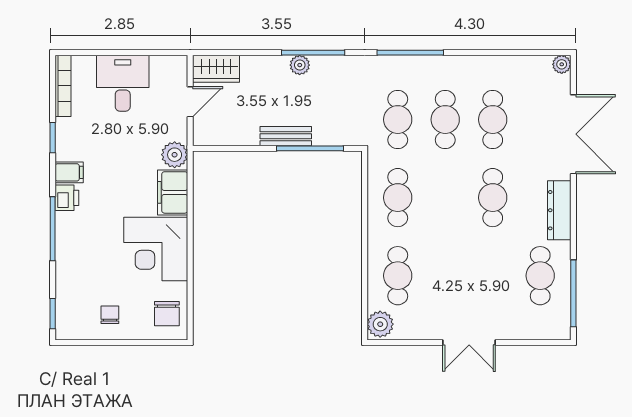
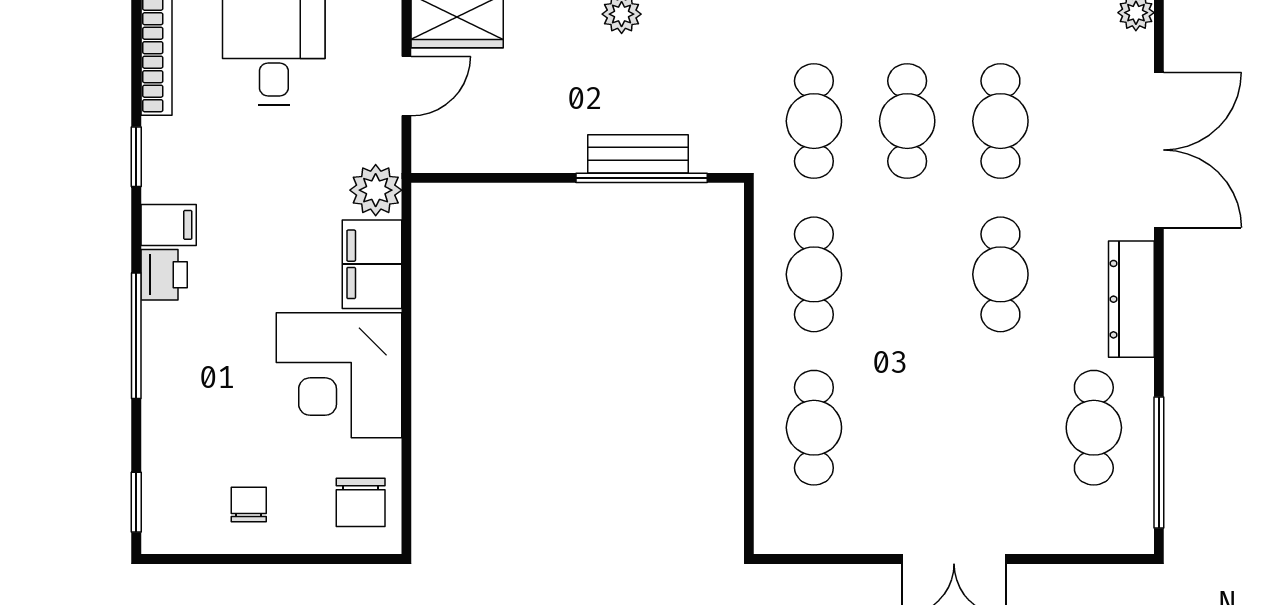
bench: (286, 136) -> (638, 154), moved
plant: (380, 324) -> (780, 523), removed

